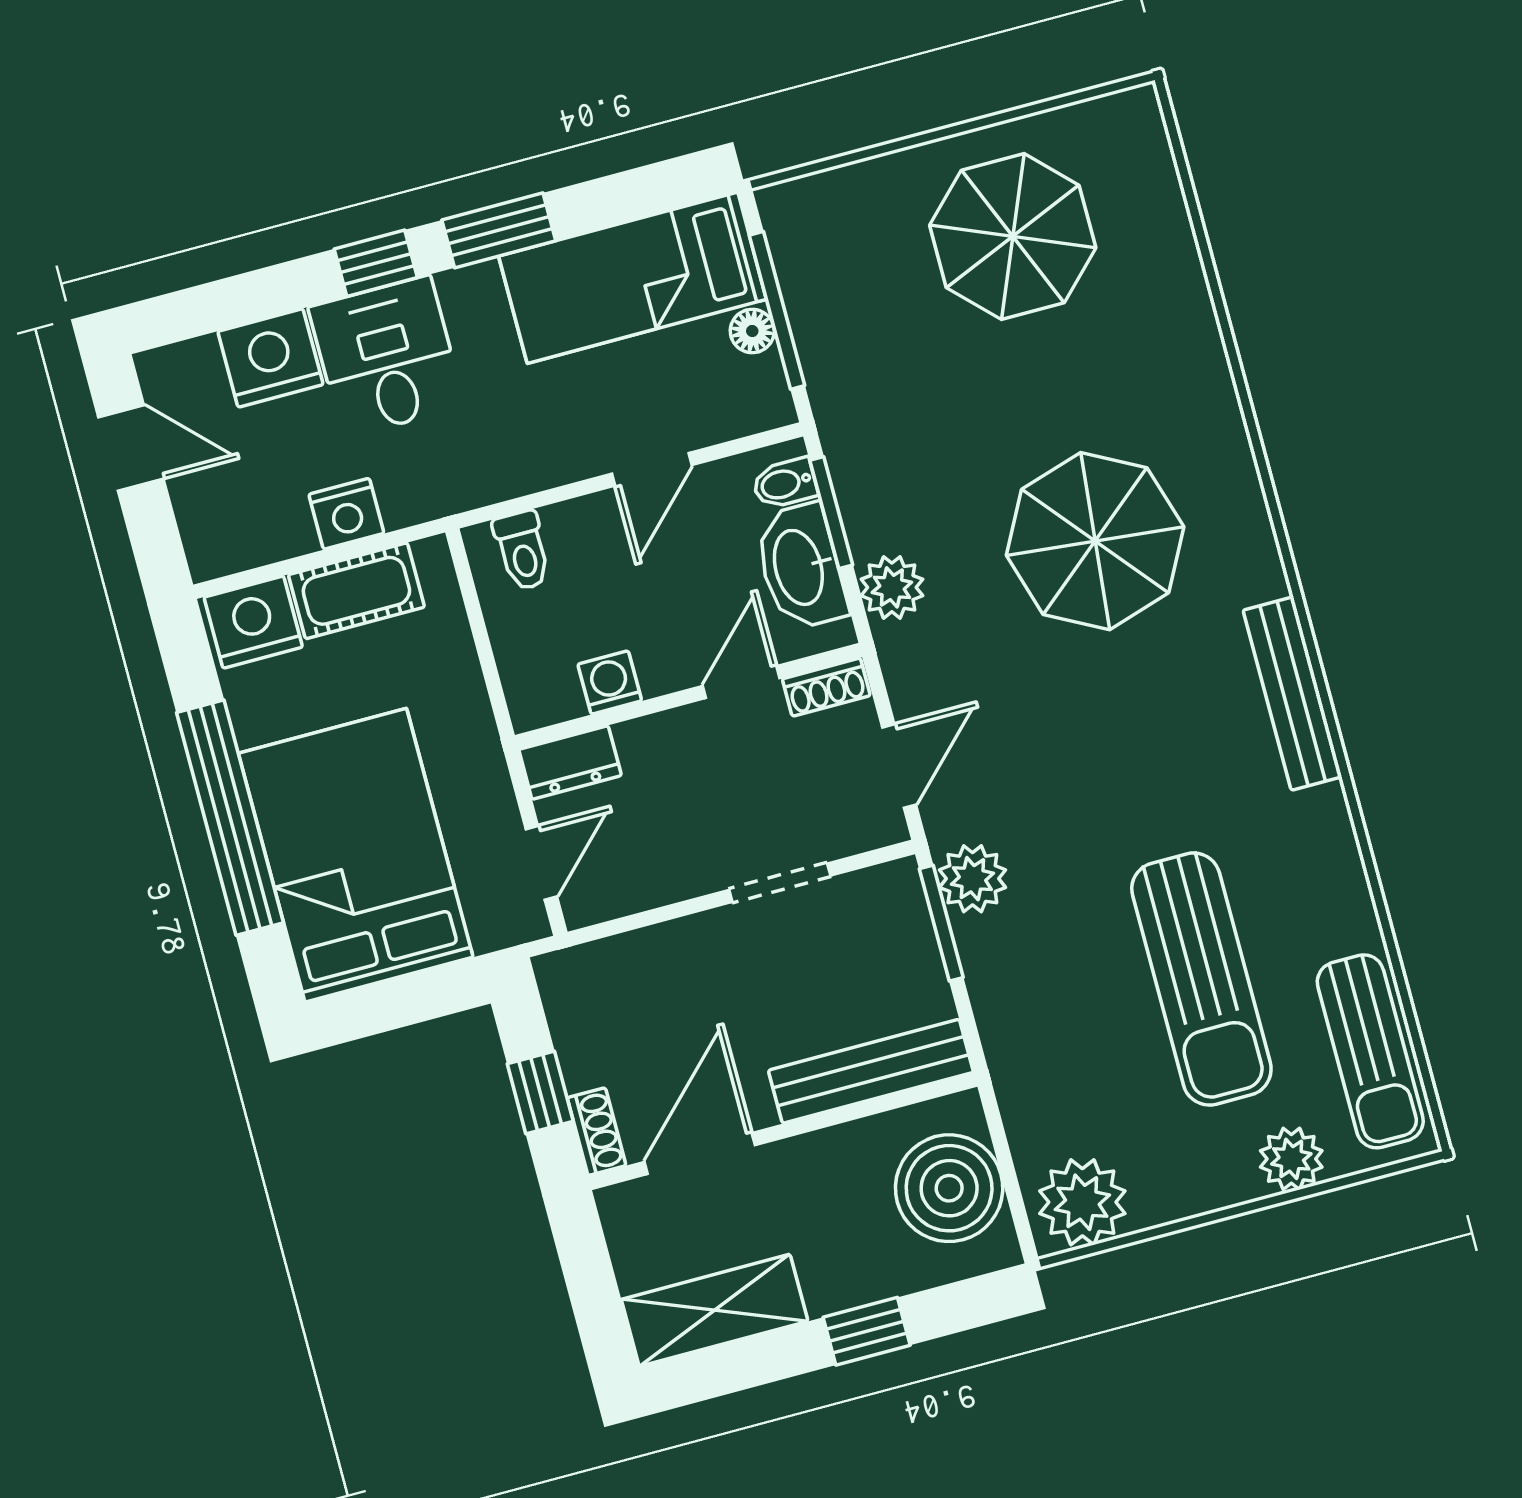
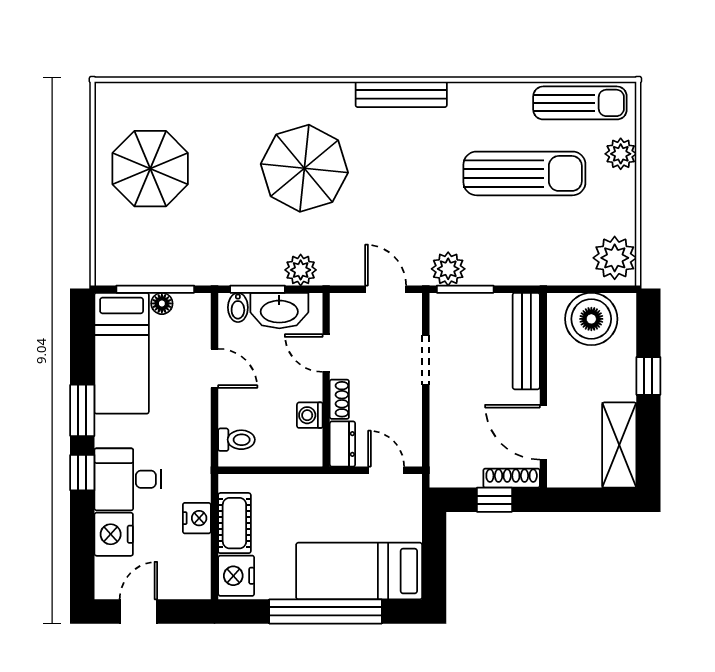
shoe rack: (826, 687) -> (339, 399), moved
bed: (356, 855) -> (359, 571), width x0.67
shoe rack: (597, 1132) -> (512, 478), width x1.43

